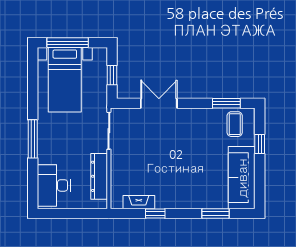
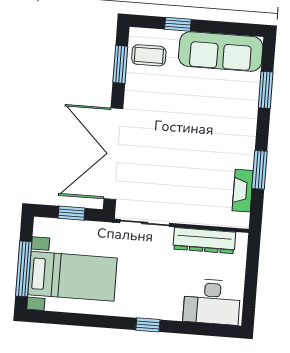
double door: (159, 103) -> (113, 154), width x1.87
window: (33, 139) -> (148, 325), width x0.46
window: (155, 214) -> (259, 170), width x1.50

